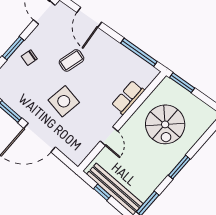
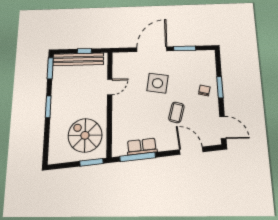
row of seats: (128, 98) -> (142, 147), moved, turned -96
spiral stairs: (165, 124) -> (85, 135), moved
door: (109, 136) -> (110, 87), swing flipped

